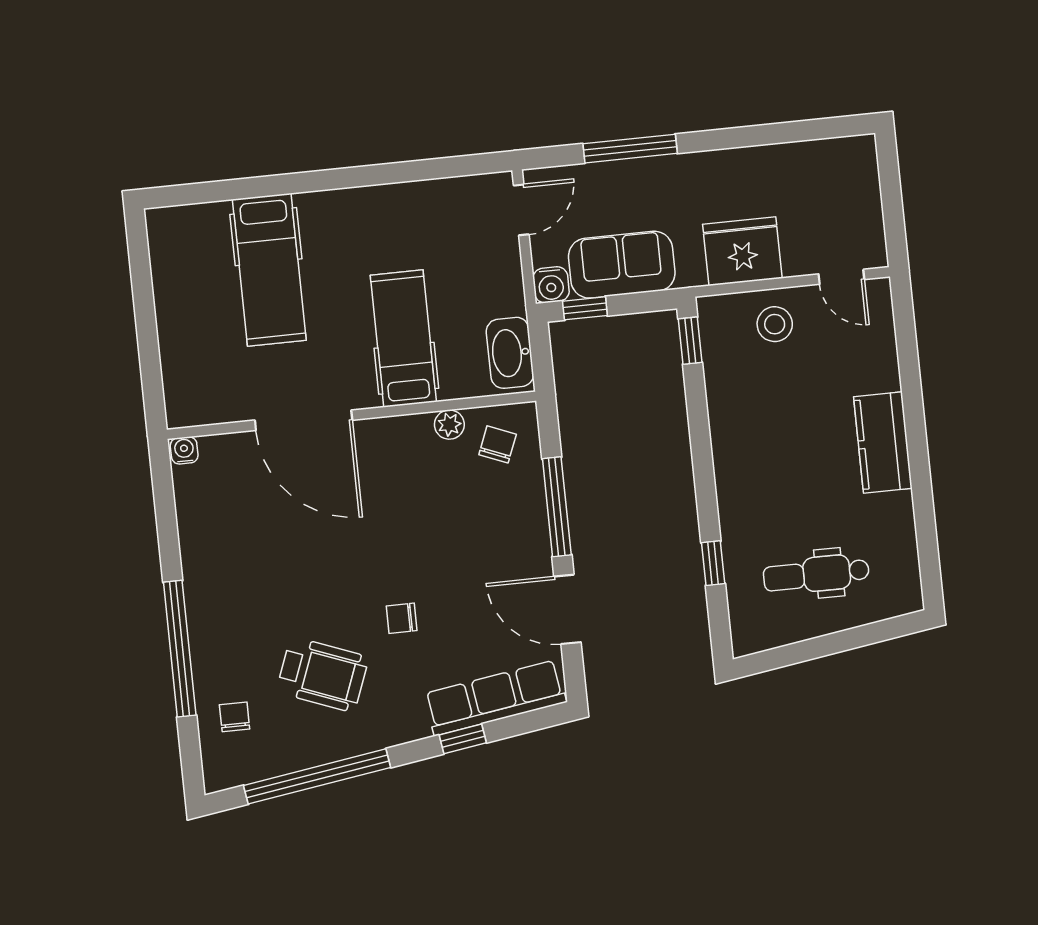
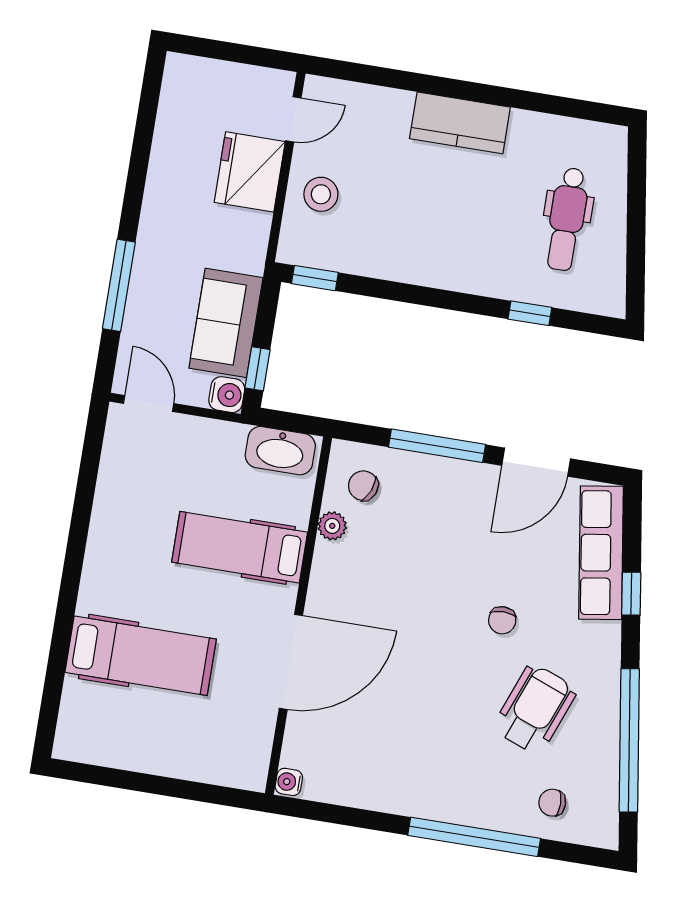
fridge: (742, 251) -> (250, 172), moved

